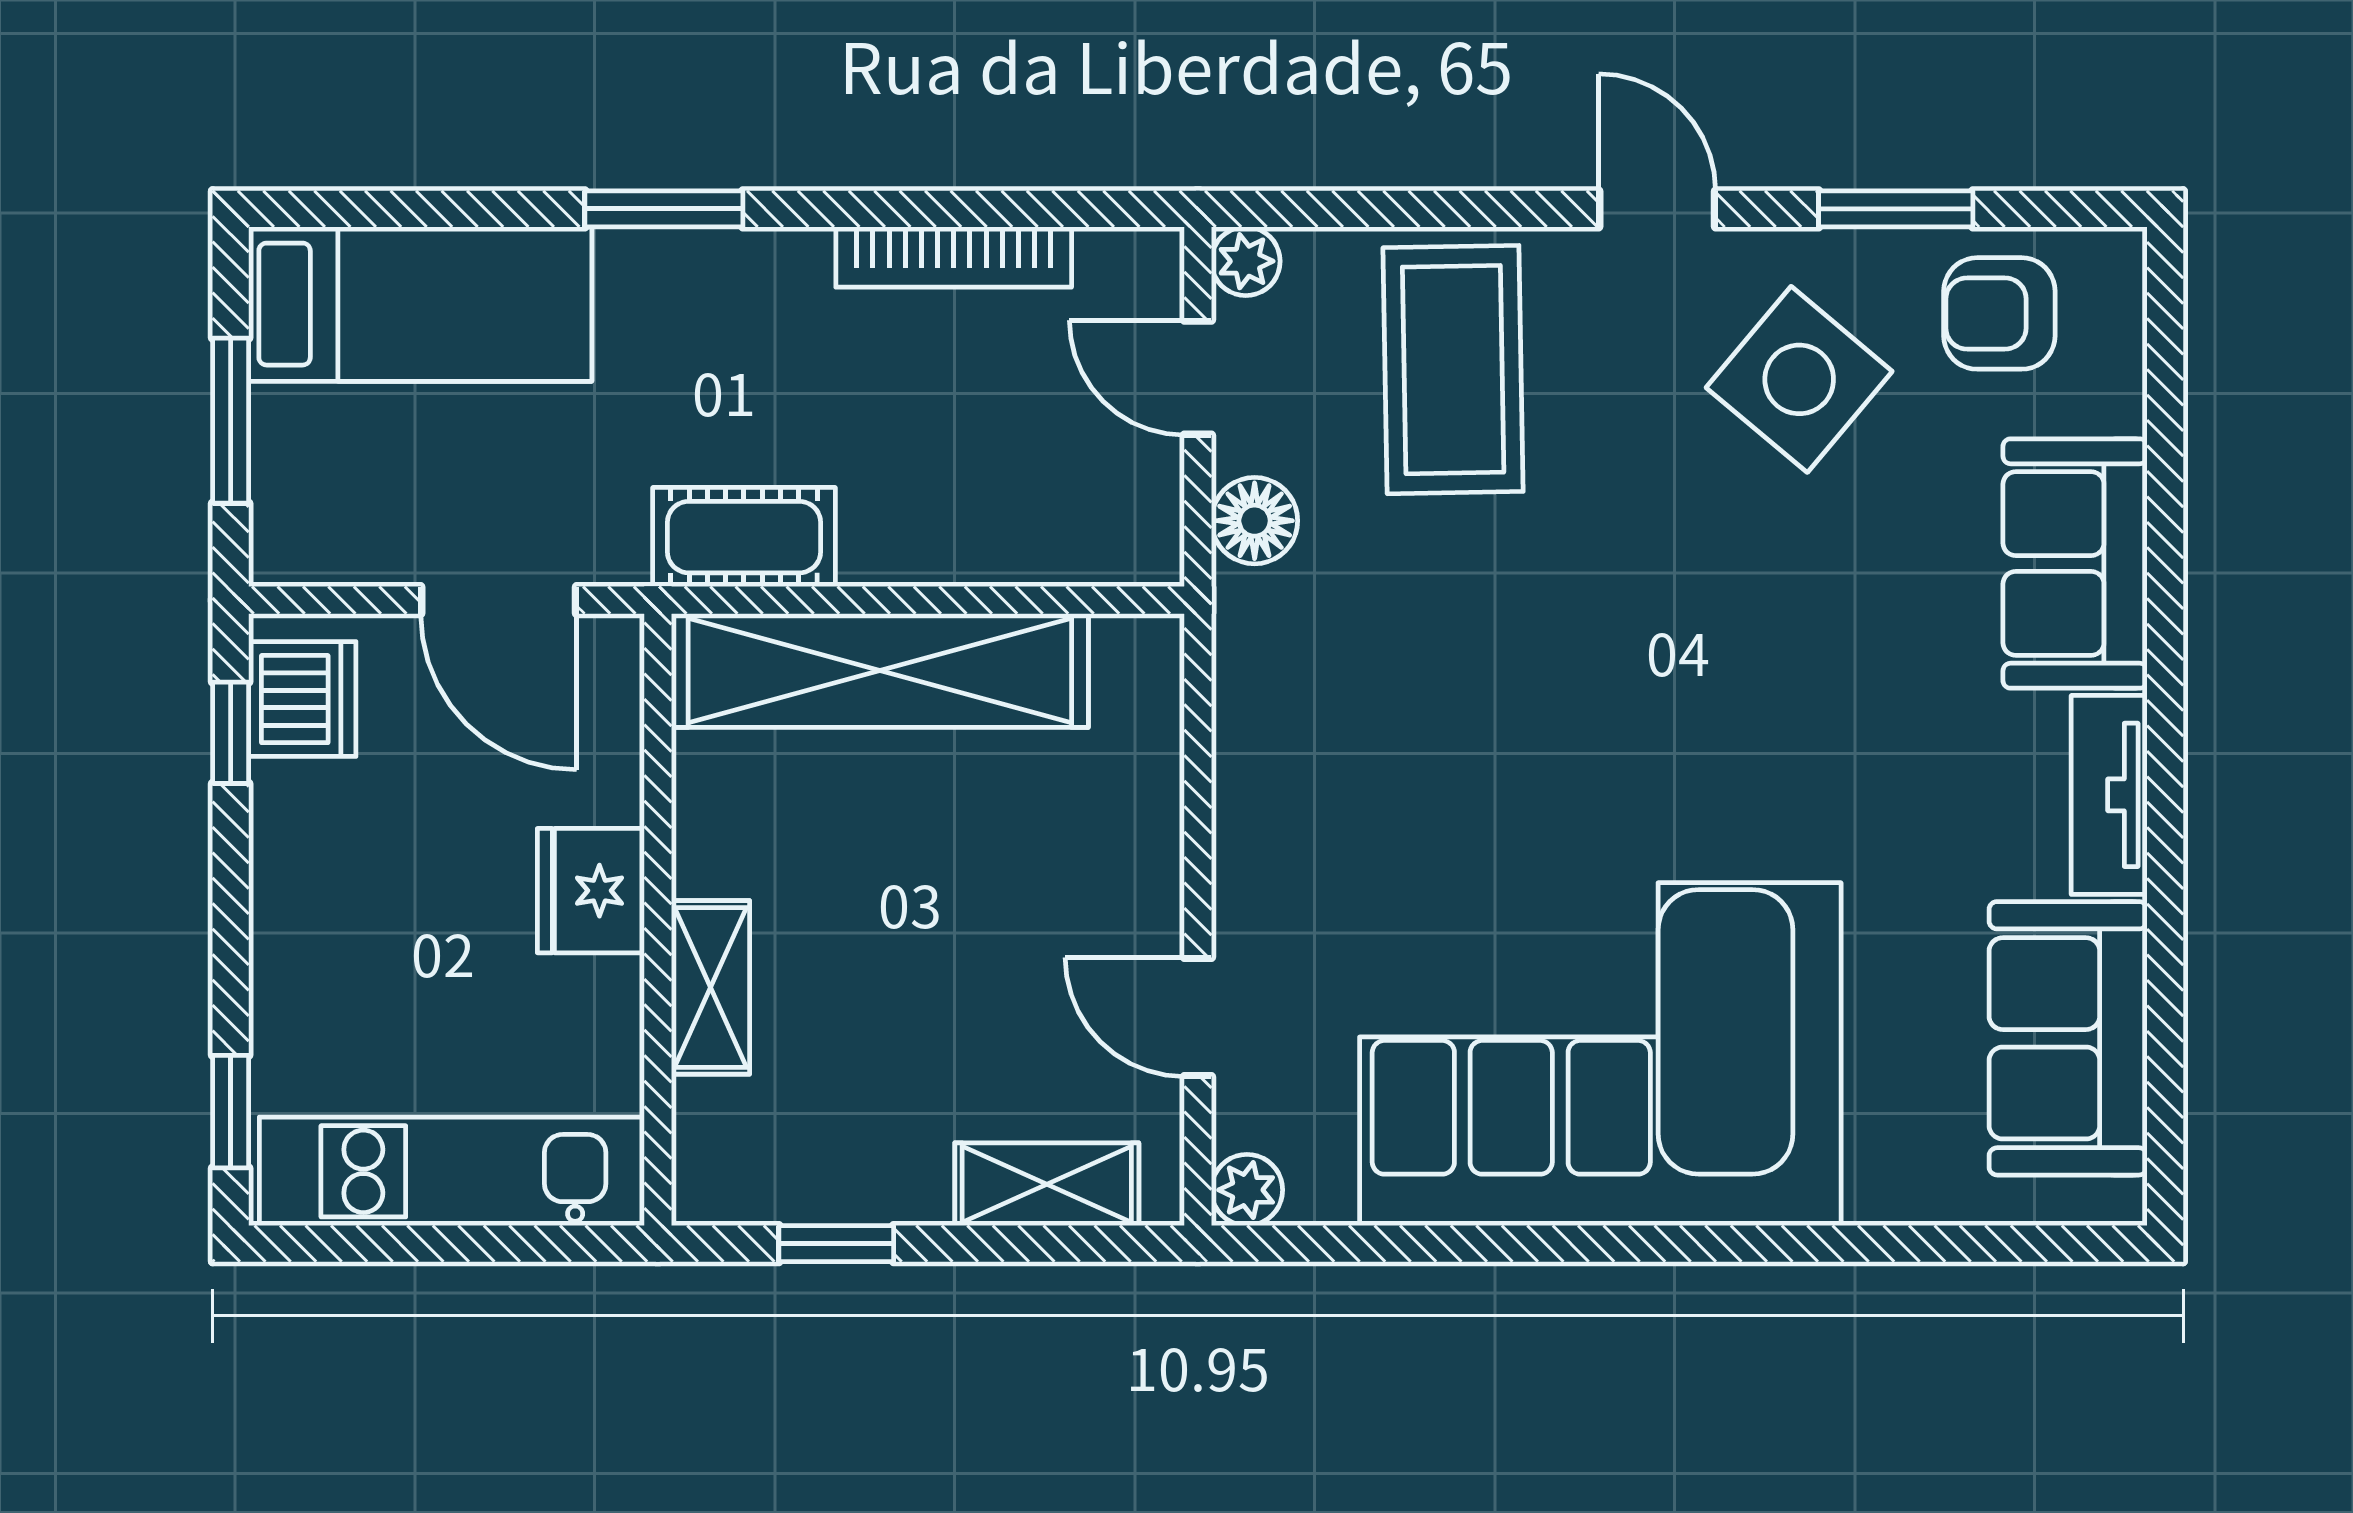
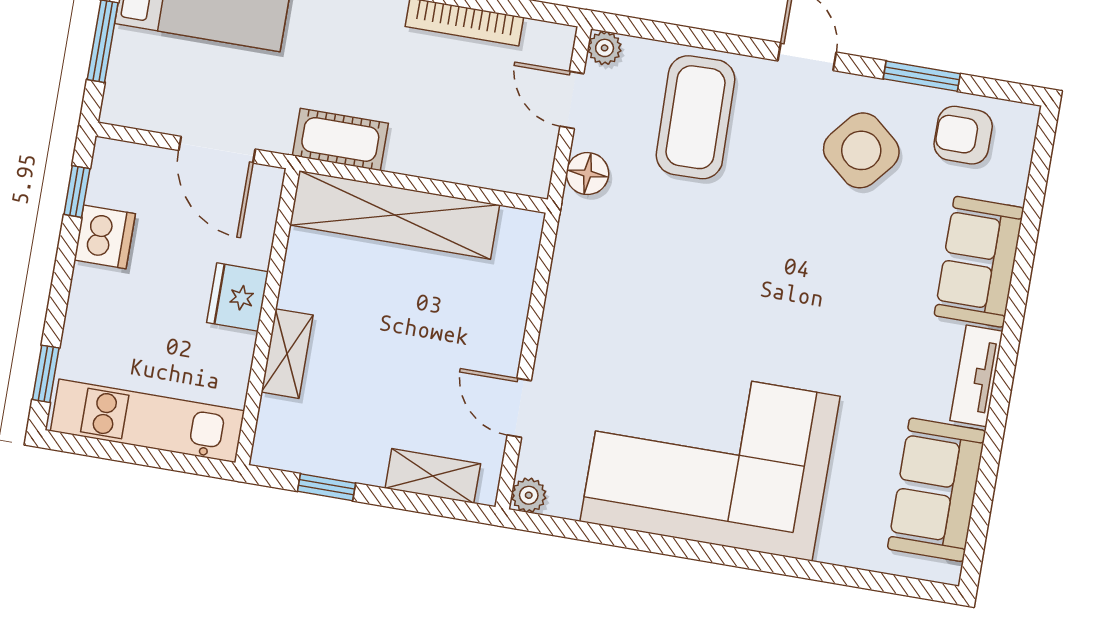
dishwasher: (302, 699) -> (105, 237), moved

